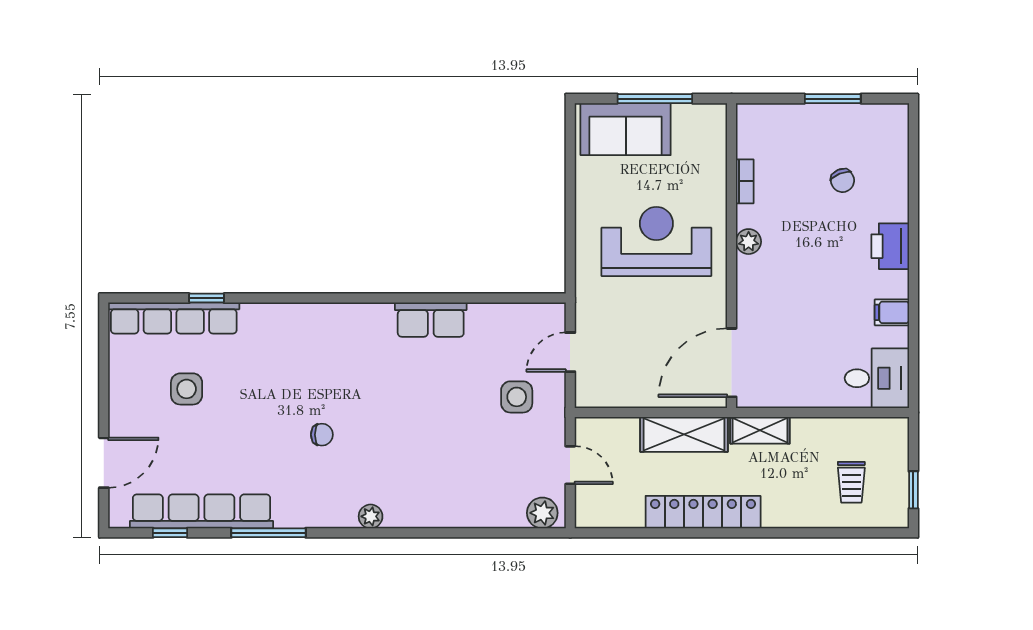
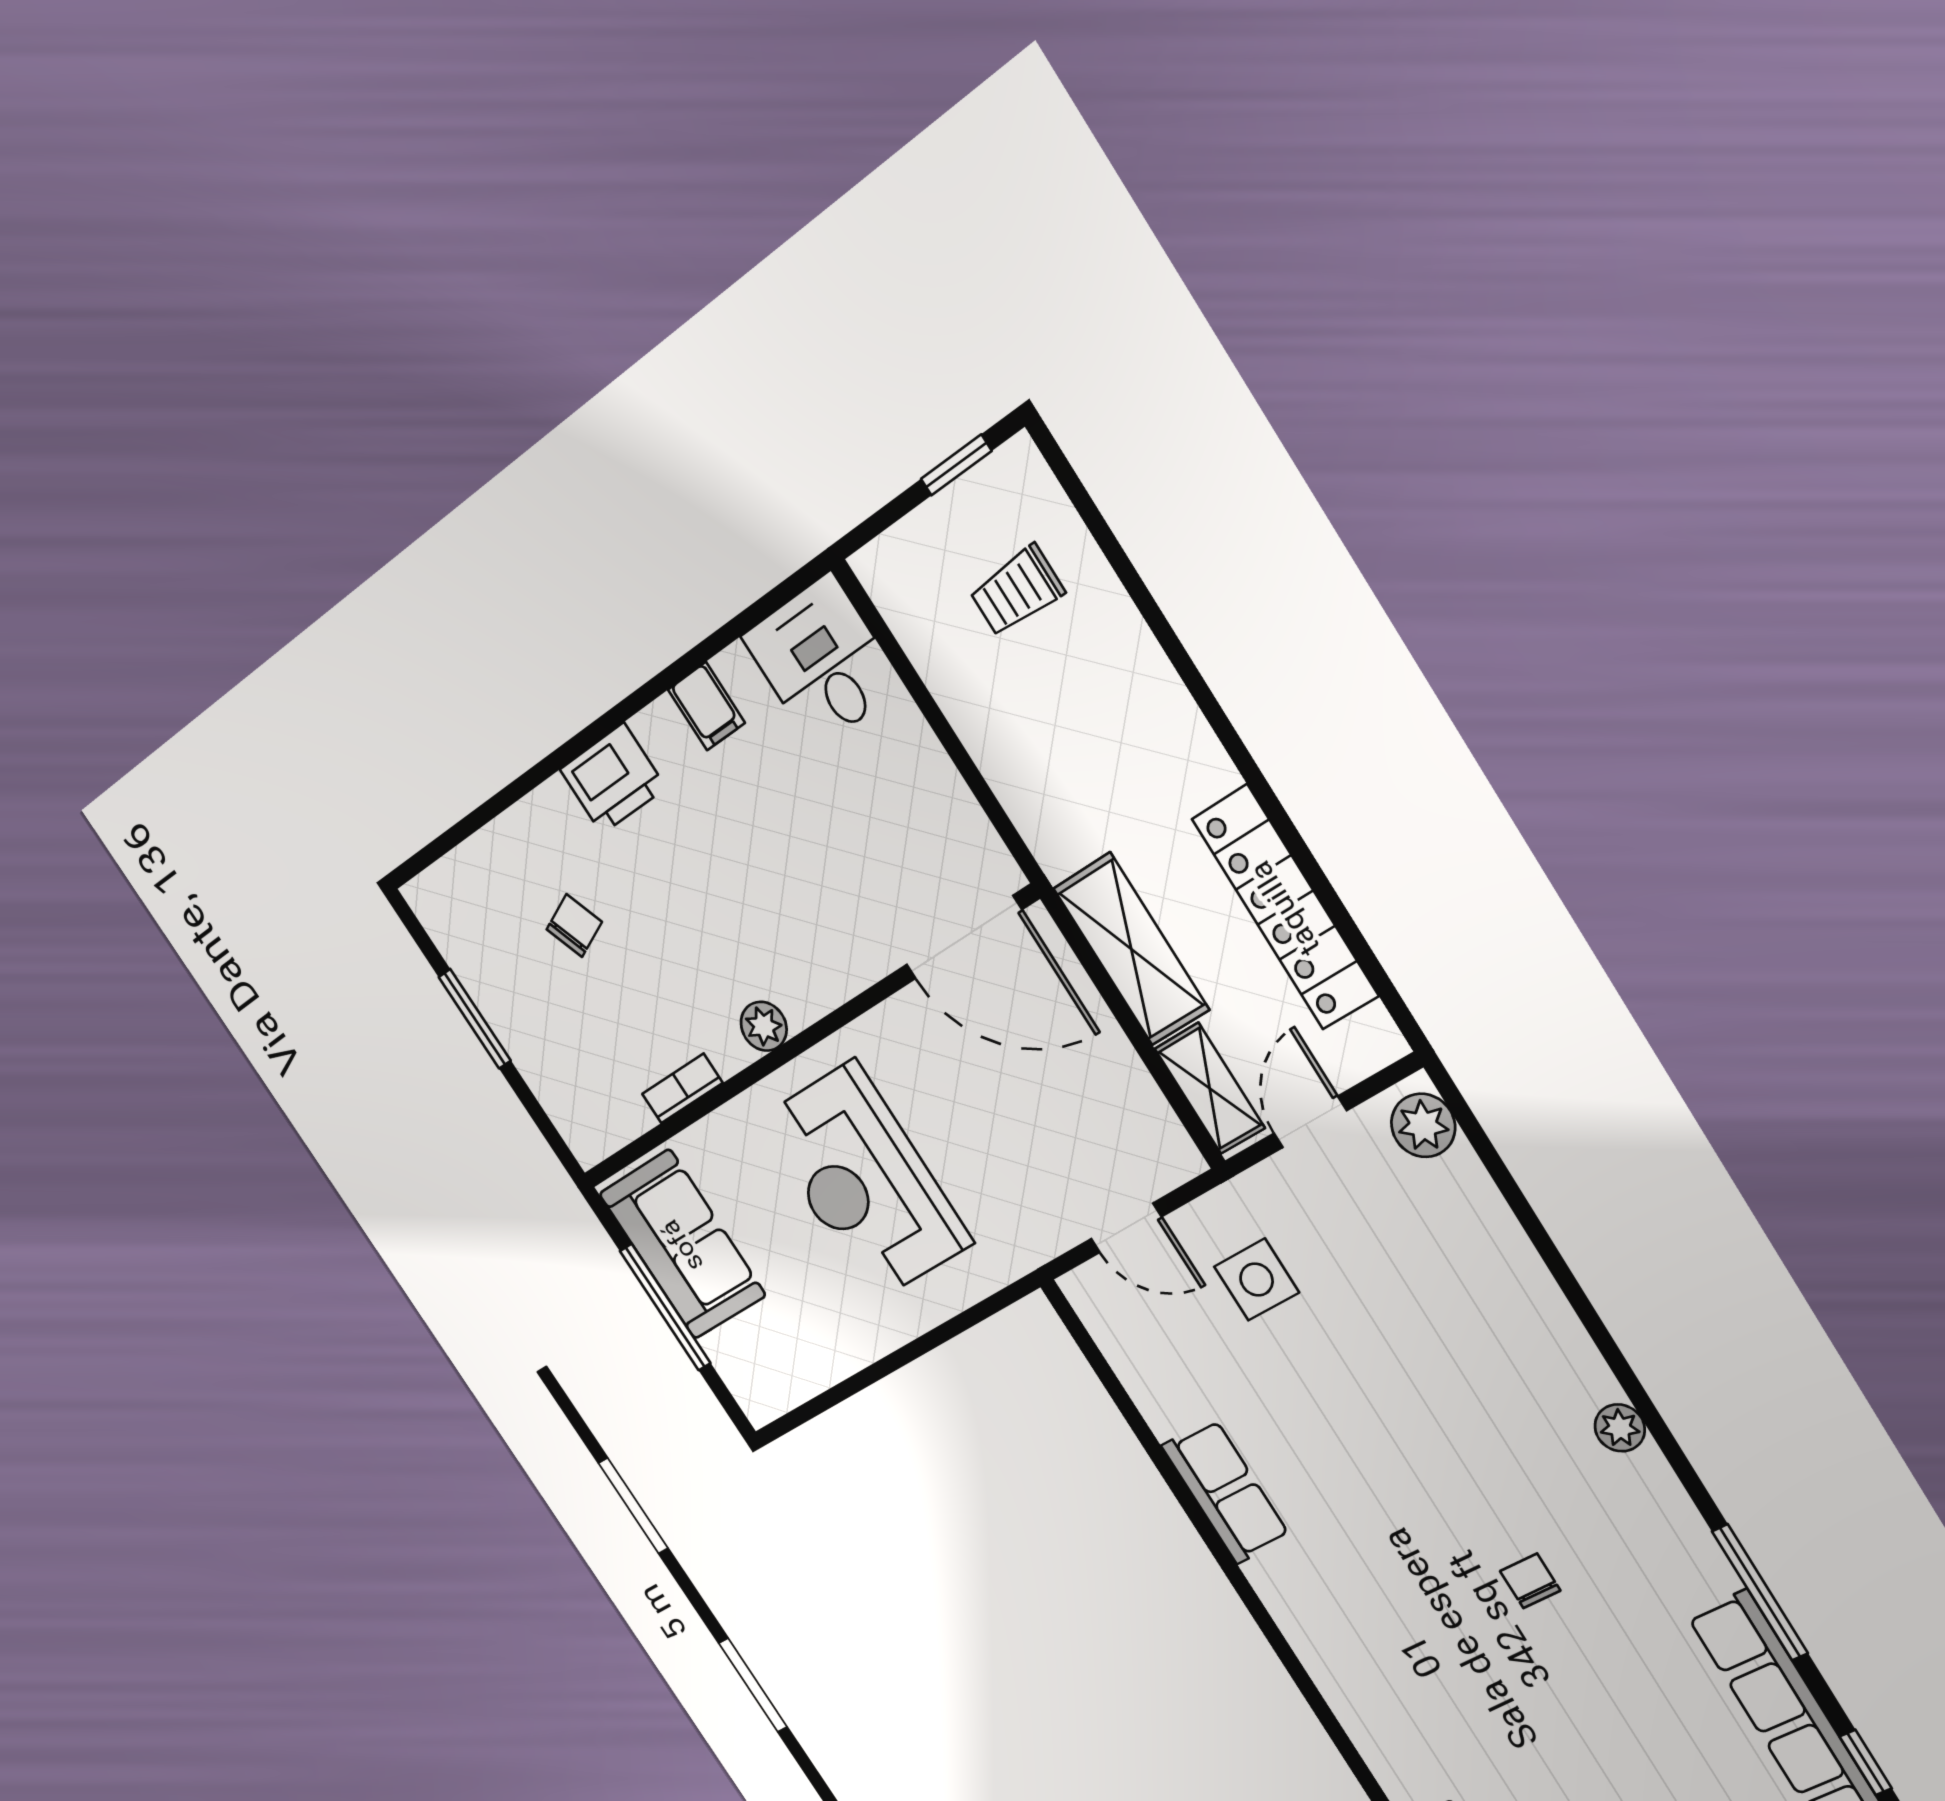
sofa: (626, 129) -> (682, 1245), moved
shelving: (760, 430) -> (1210, 1088), moved
trolley: (851, 482) -> (1017, 591), turned 180
locker: (703, 512) -> (1285, 908), moved

